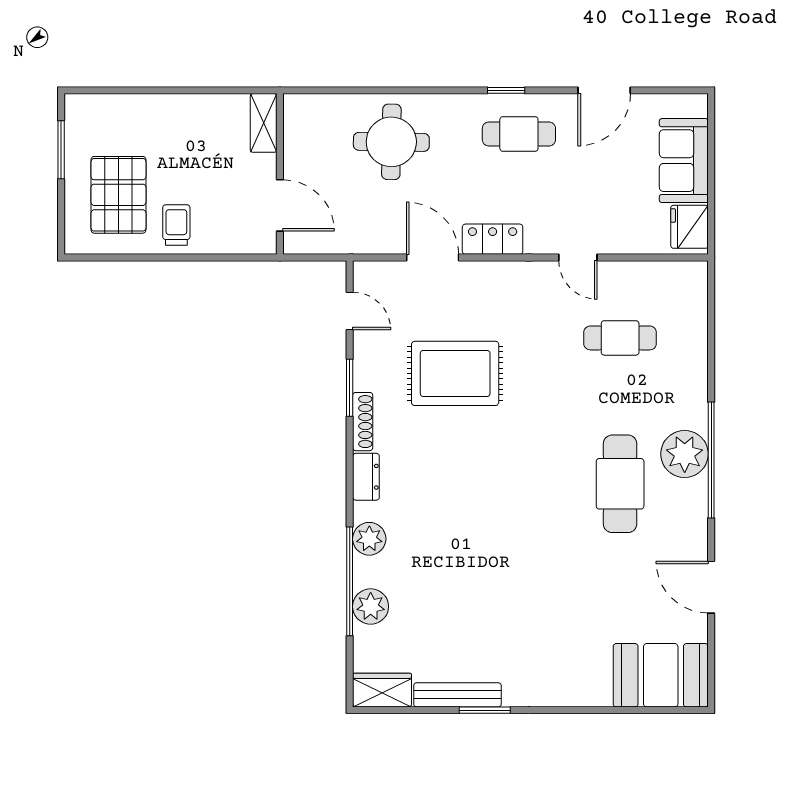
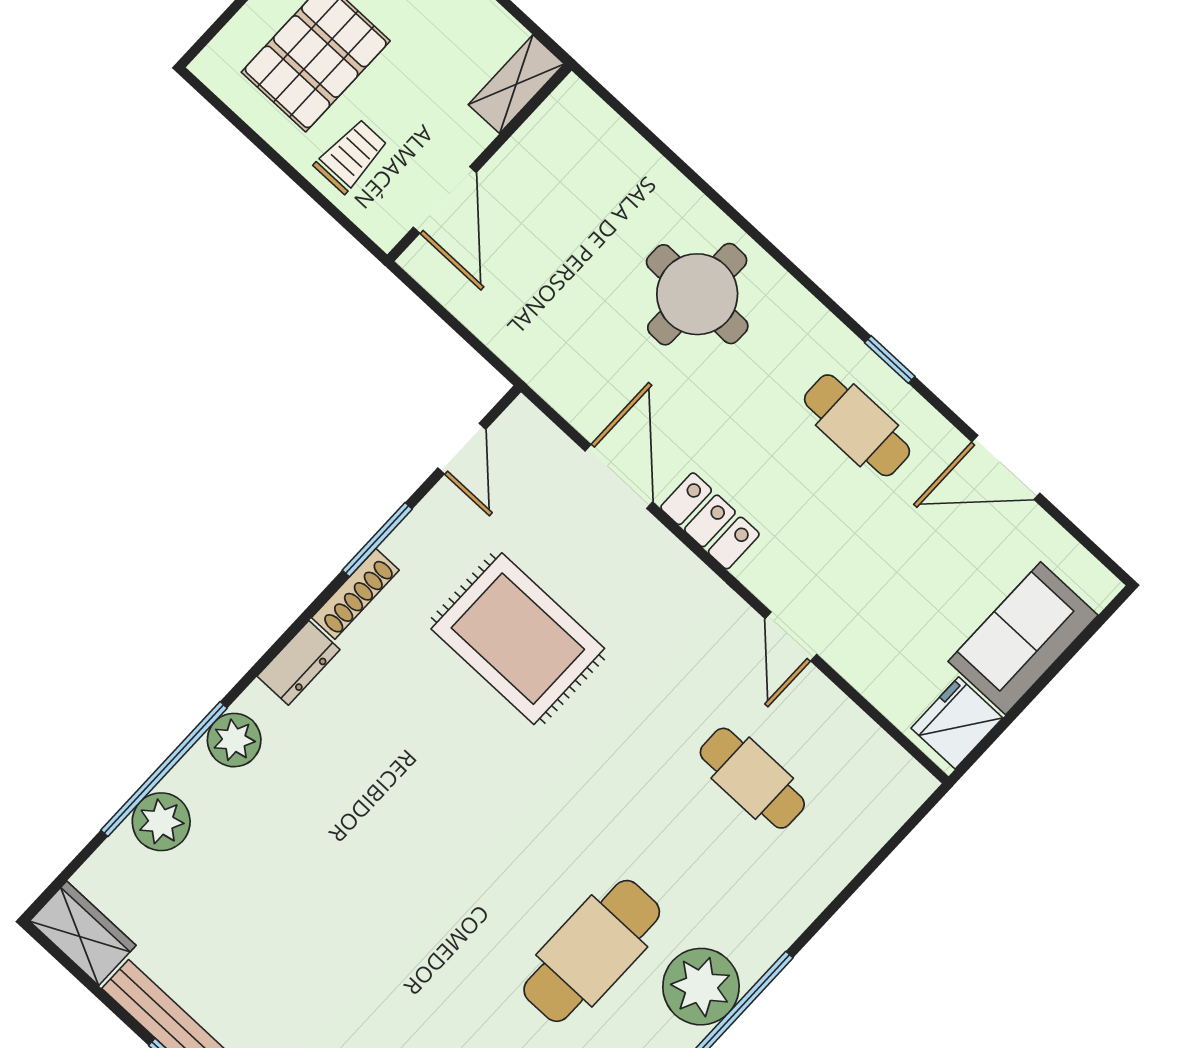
shelving: (264, 123) -> (516, 84), moved
wall: (280, 174) -> (479, 163), moved
door: (280, 205) -> (445, 200), moved

